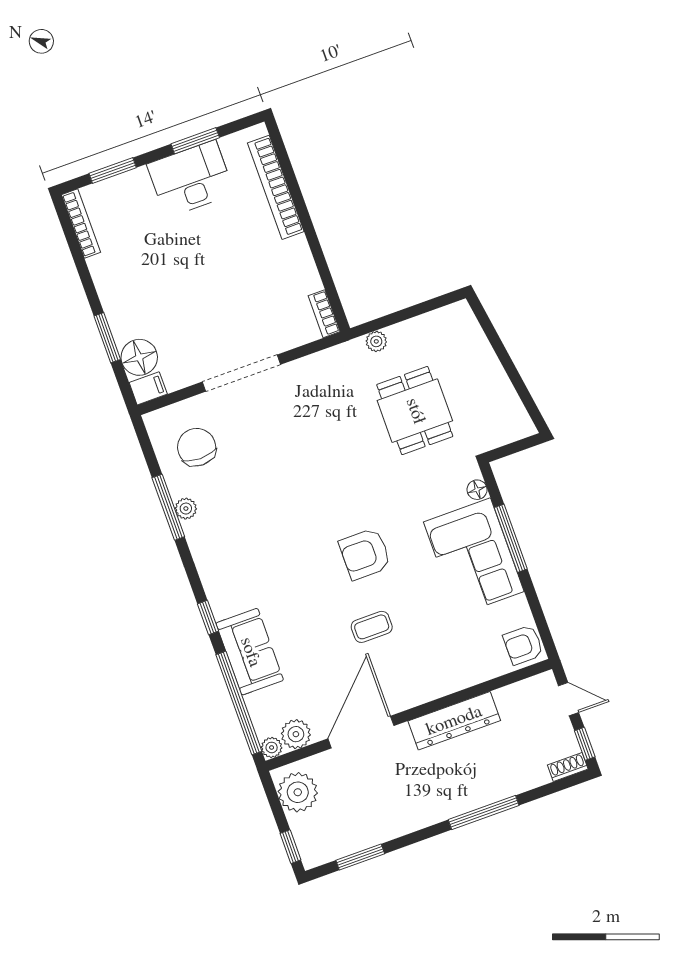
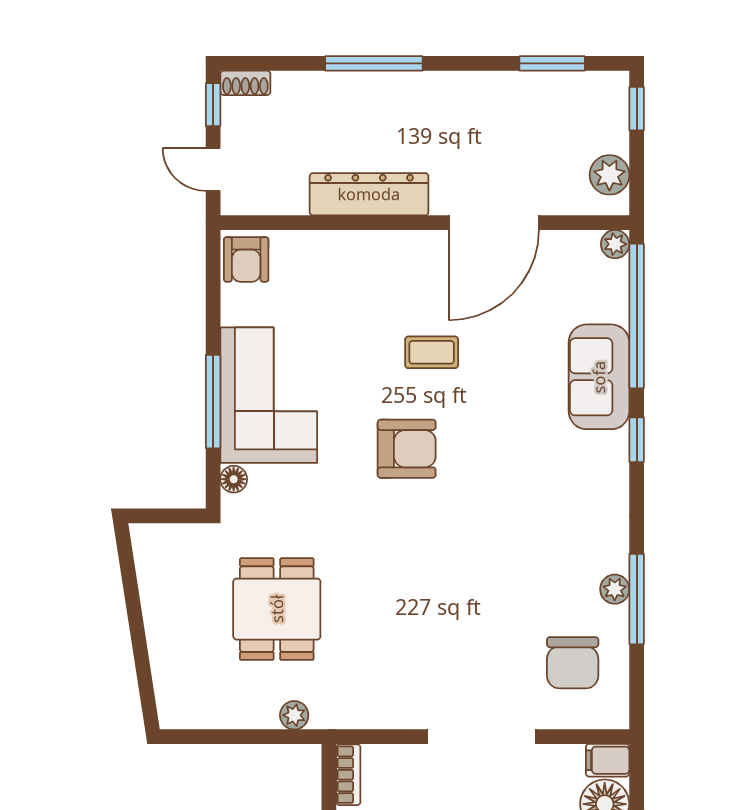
armchair: (523, 645) -> (246, 259), turned 90
plant: (296, 734) -> (578, 250), removed
plant: (298, 792) -> (609, 175), width x0.73, depth x0.73

